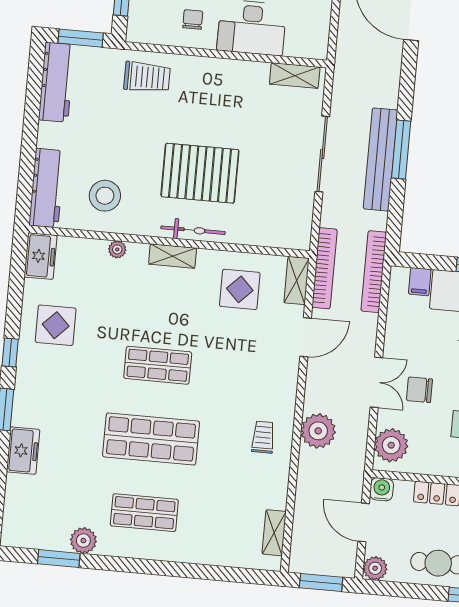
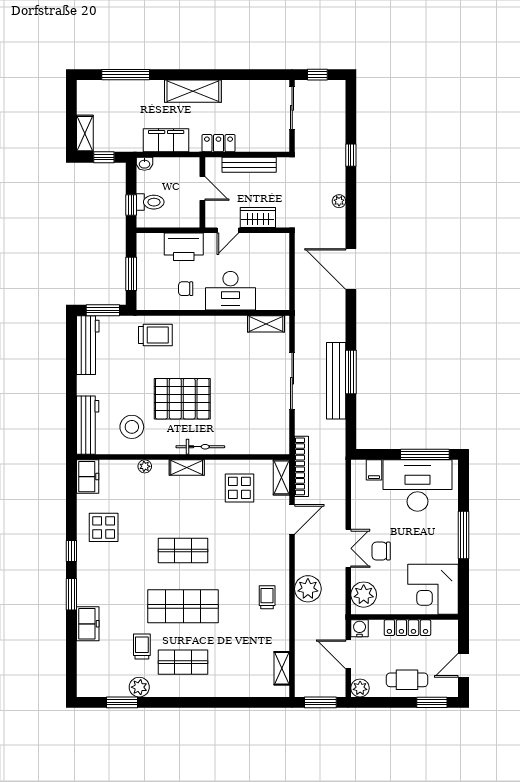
chair: (193, 20) -> (186, 289), turned -90
pallet: (200, 173) -> (182, 399), moved
bookcase: (374, 272) -> (339, 465), removed
trolley: (92, 487) -> (142, 647), added

